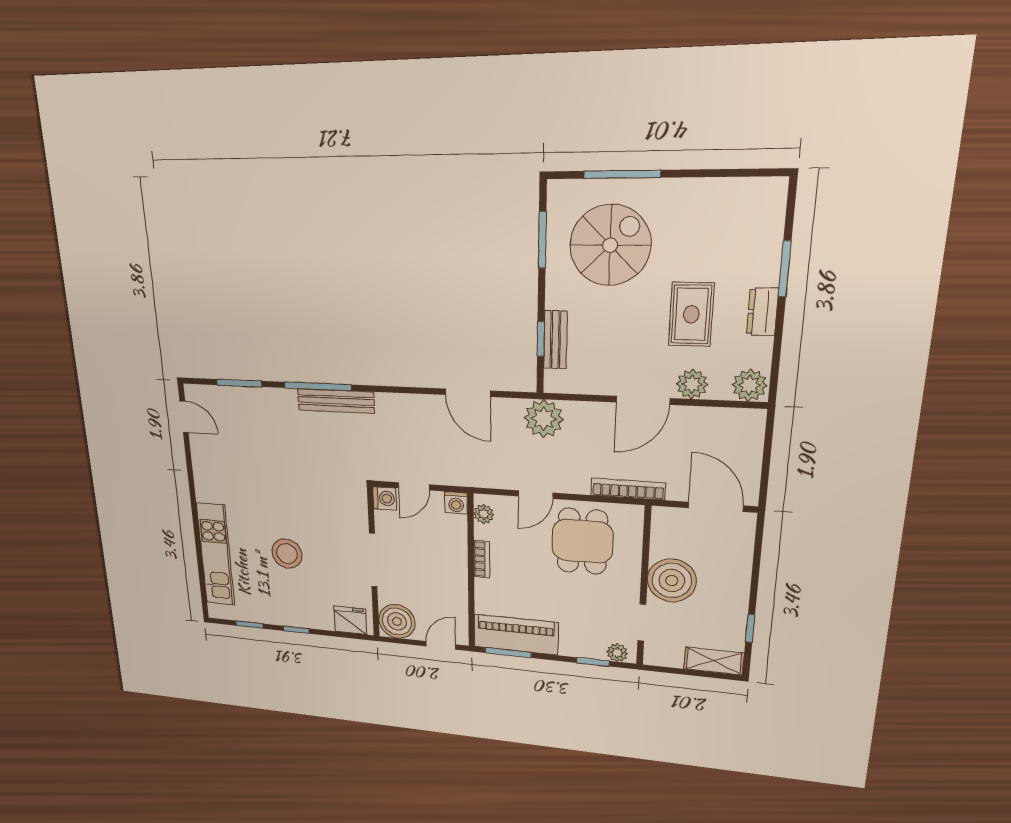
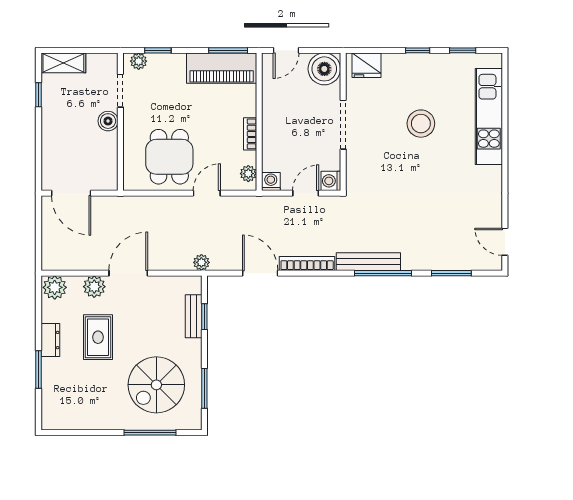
plant: (544, 419) -> (201, 262), width x0.53, depth x0.53
bookcase: (628, 489) -> (307, 263), moved, turned 180
boiler: (672, 580) -> (108, 121), width x0.54, depth x0.54

